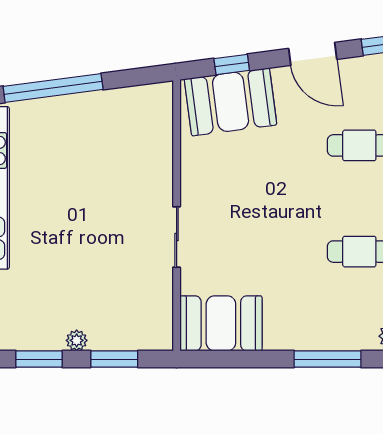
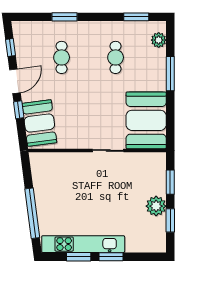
window: (232, 64) -> (19, 110), moved
booth: (221, 323) -> (146, 120), width x1.36, depth x1.42
plant: (77, 340) -> (156, 206), width x1.87, depth x1.87

